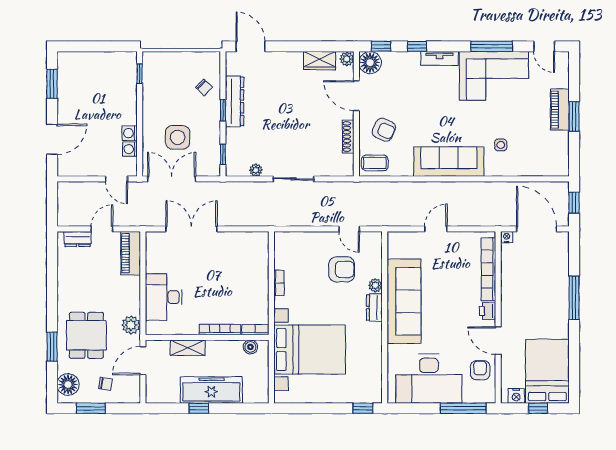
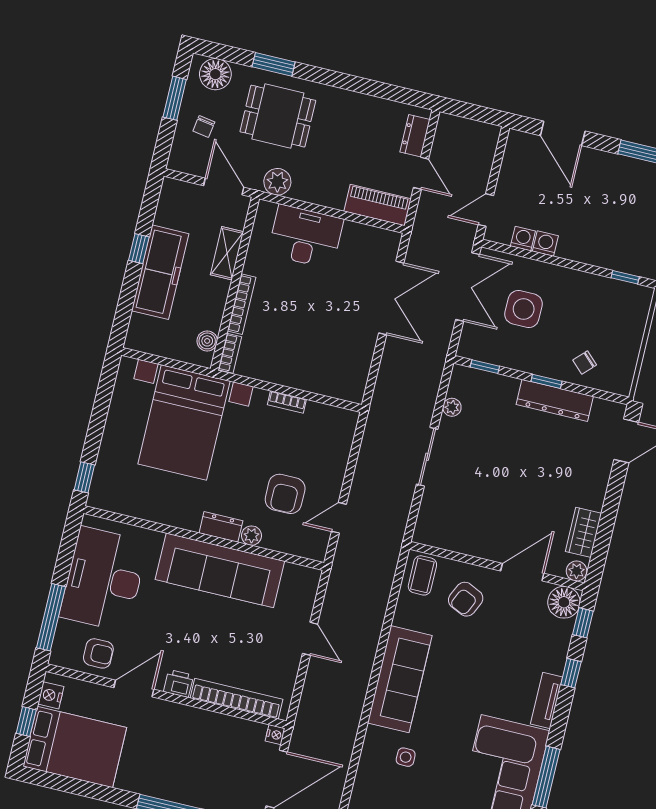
shoe rack: (348, 137) -> (468, 547), removed

